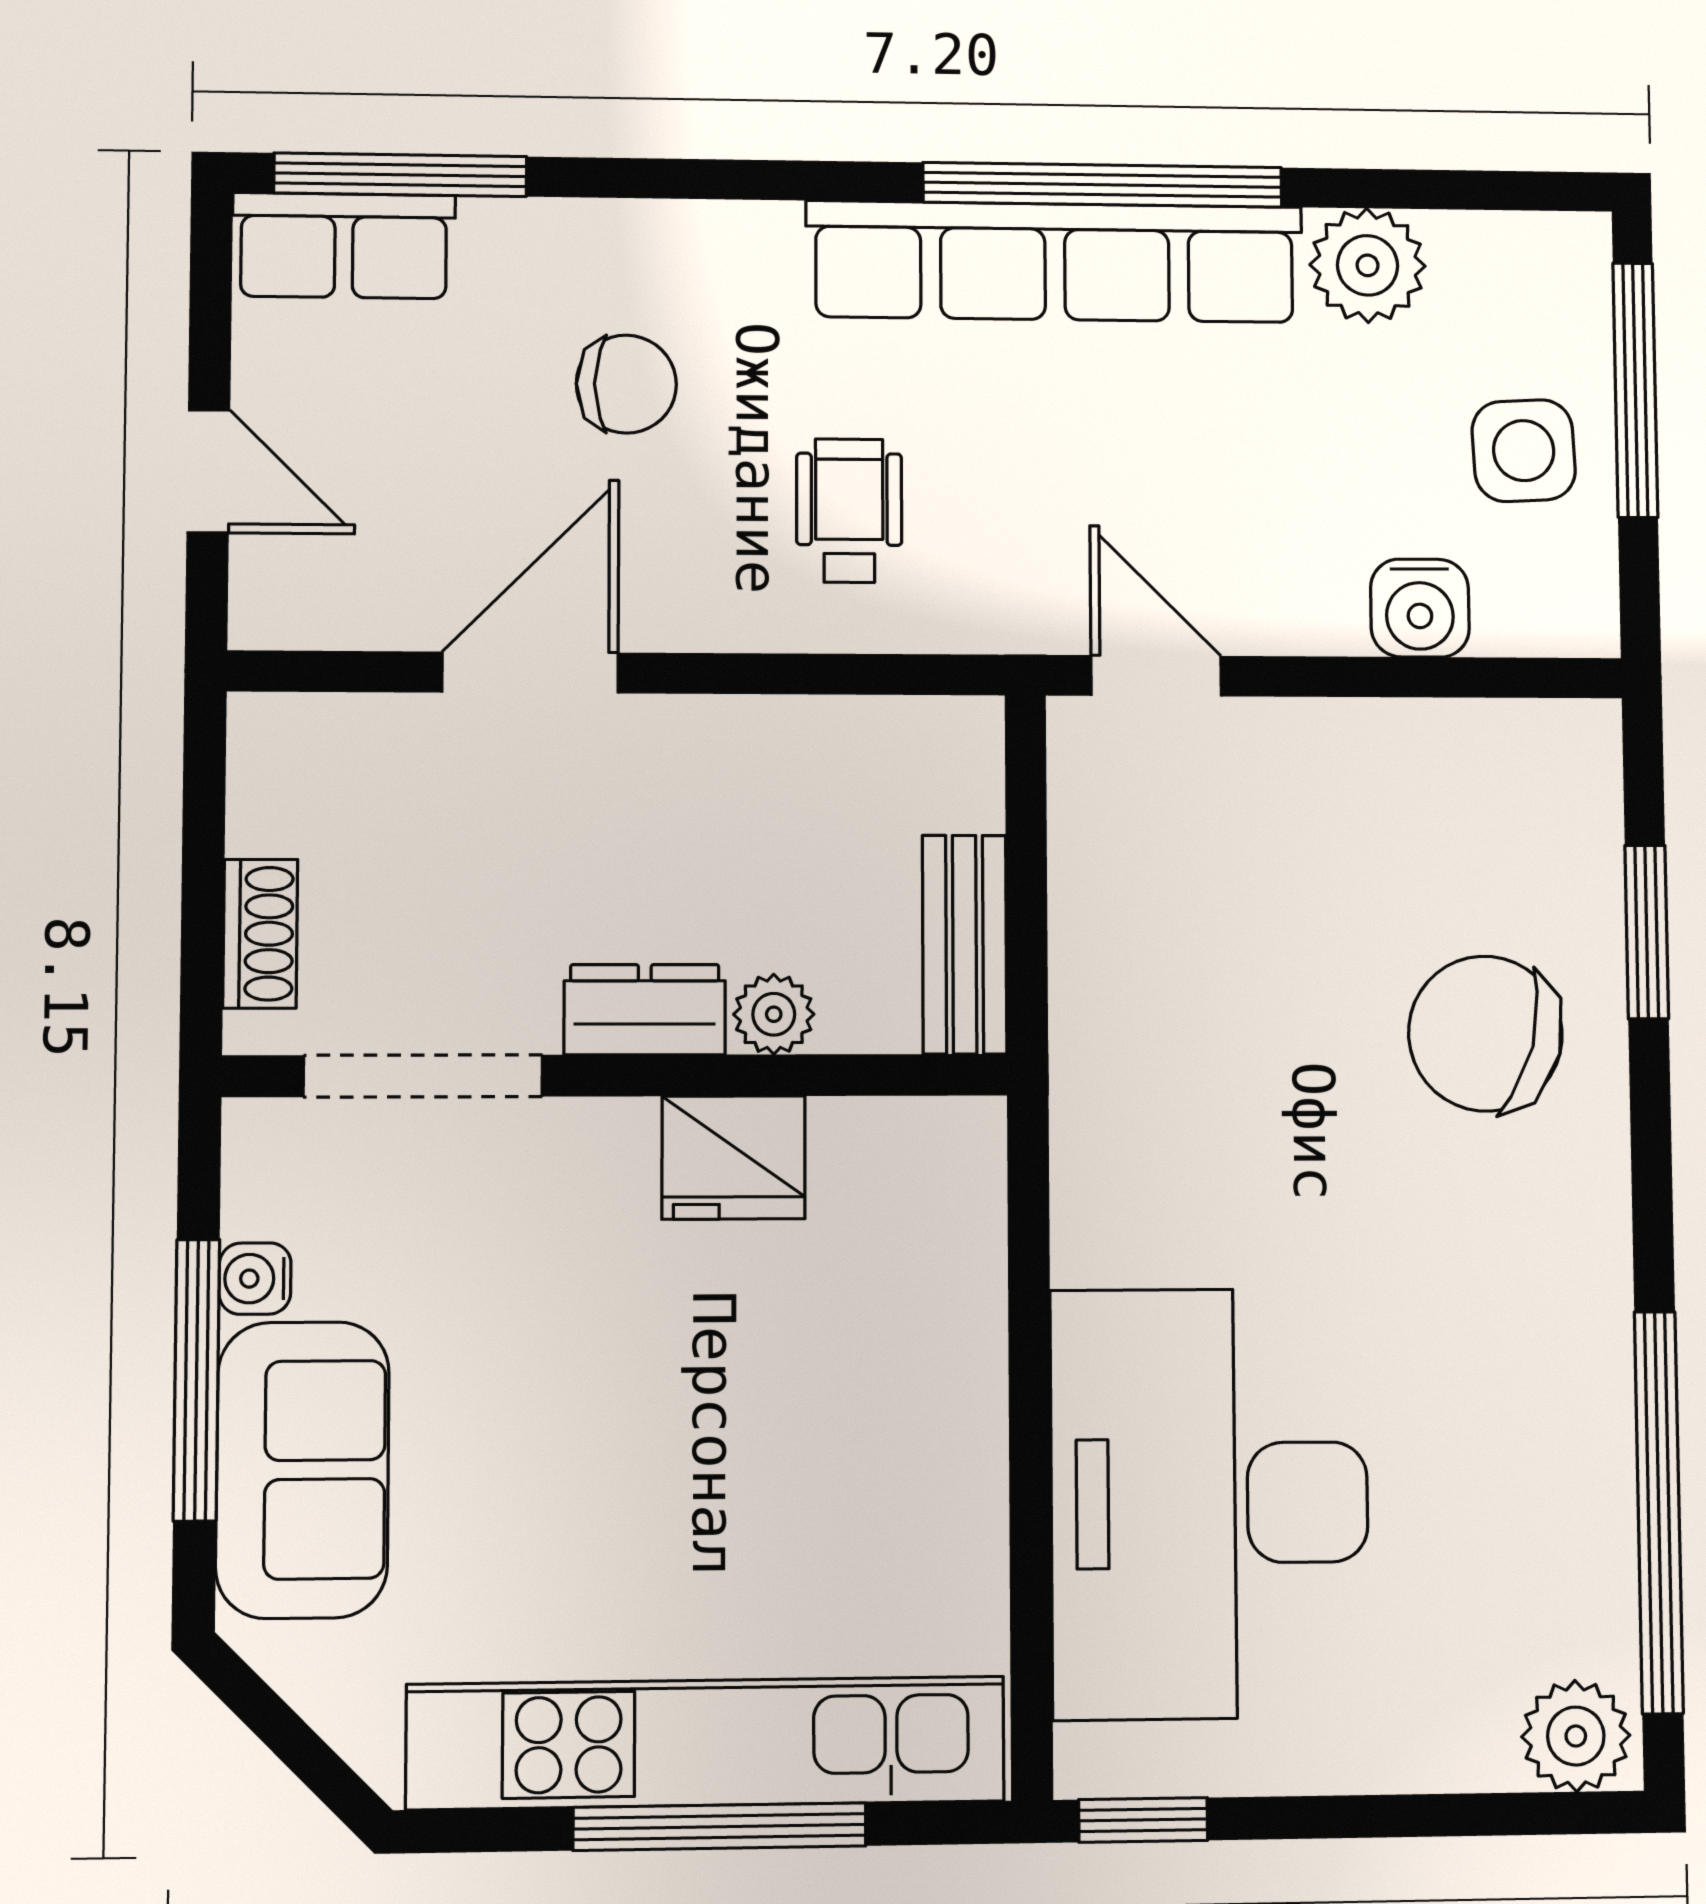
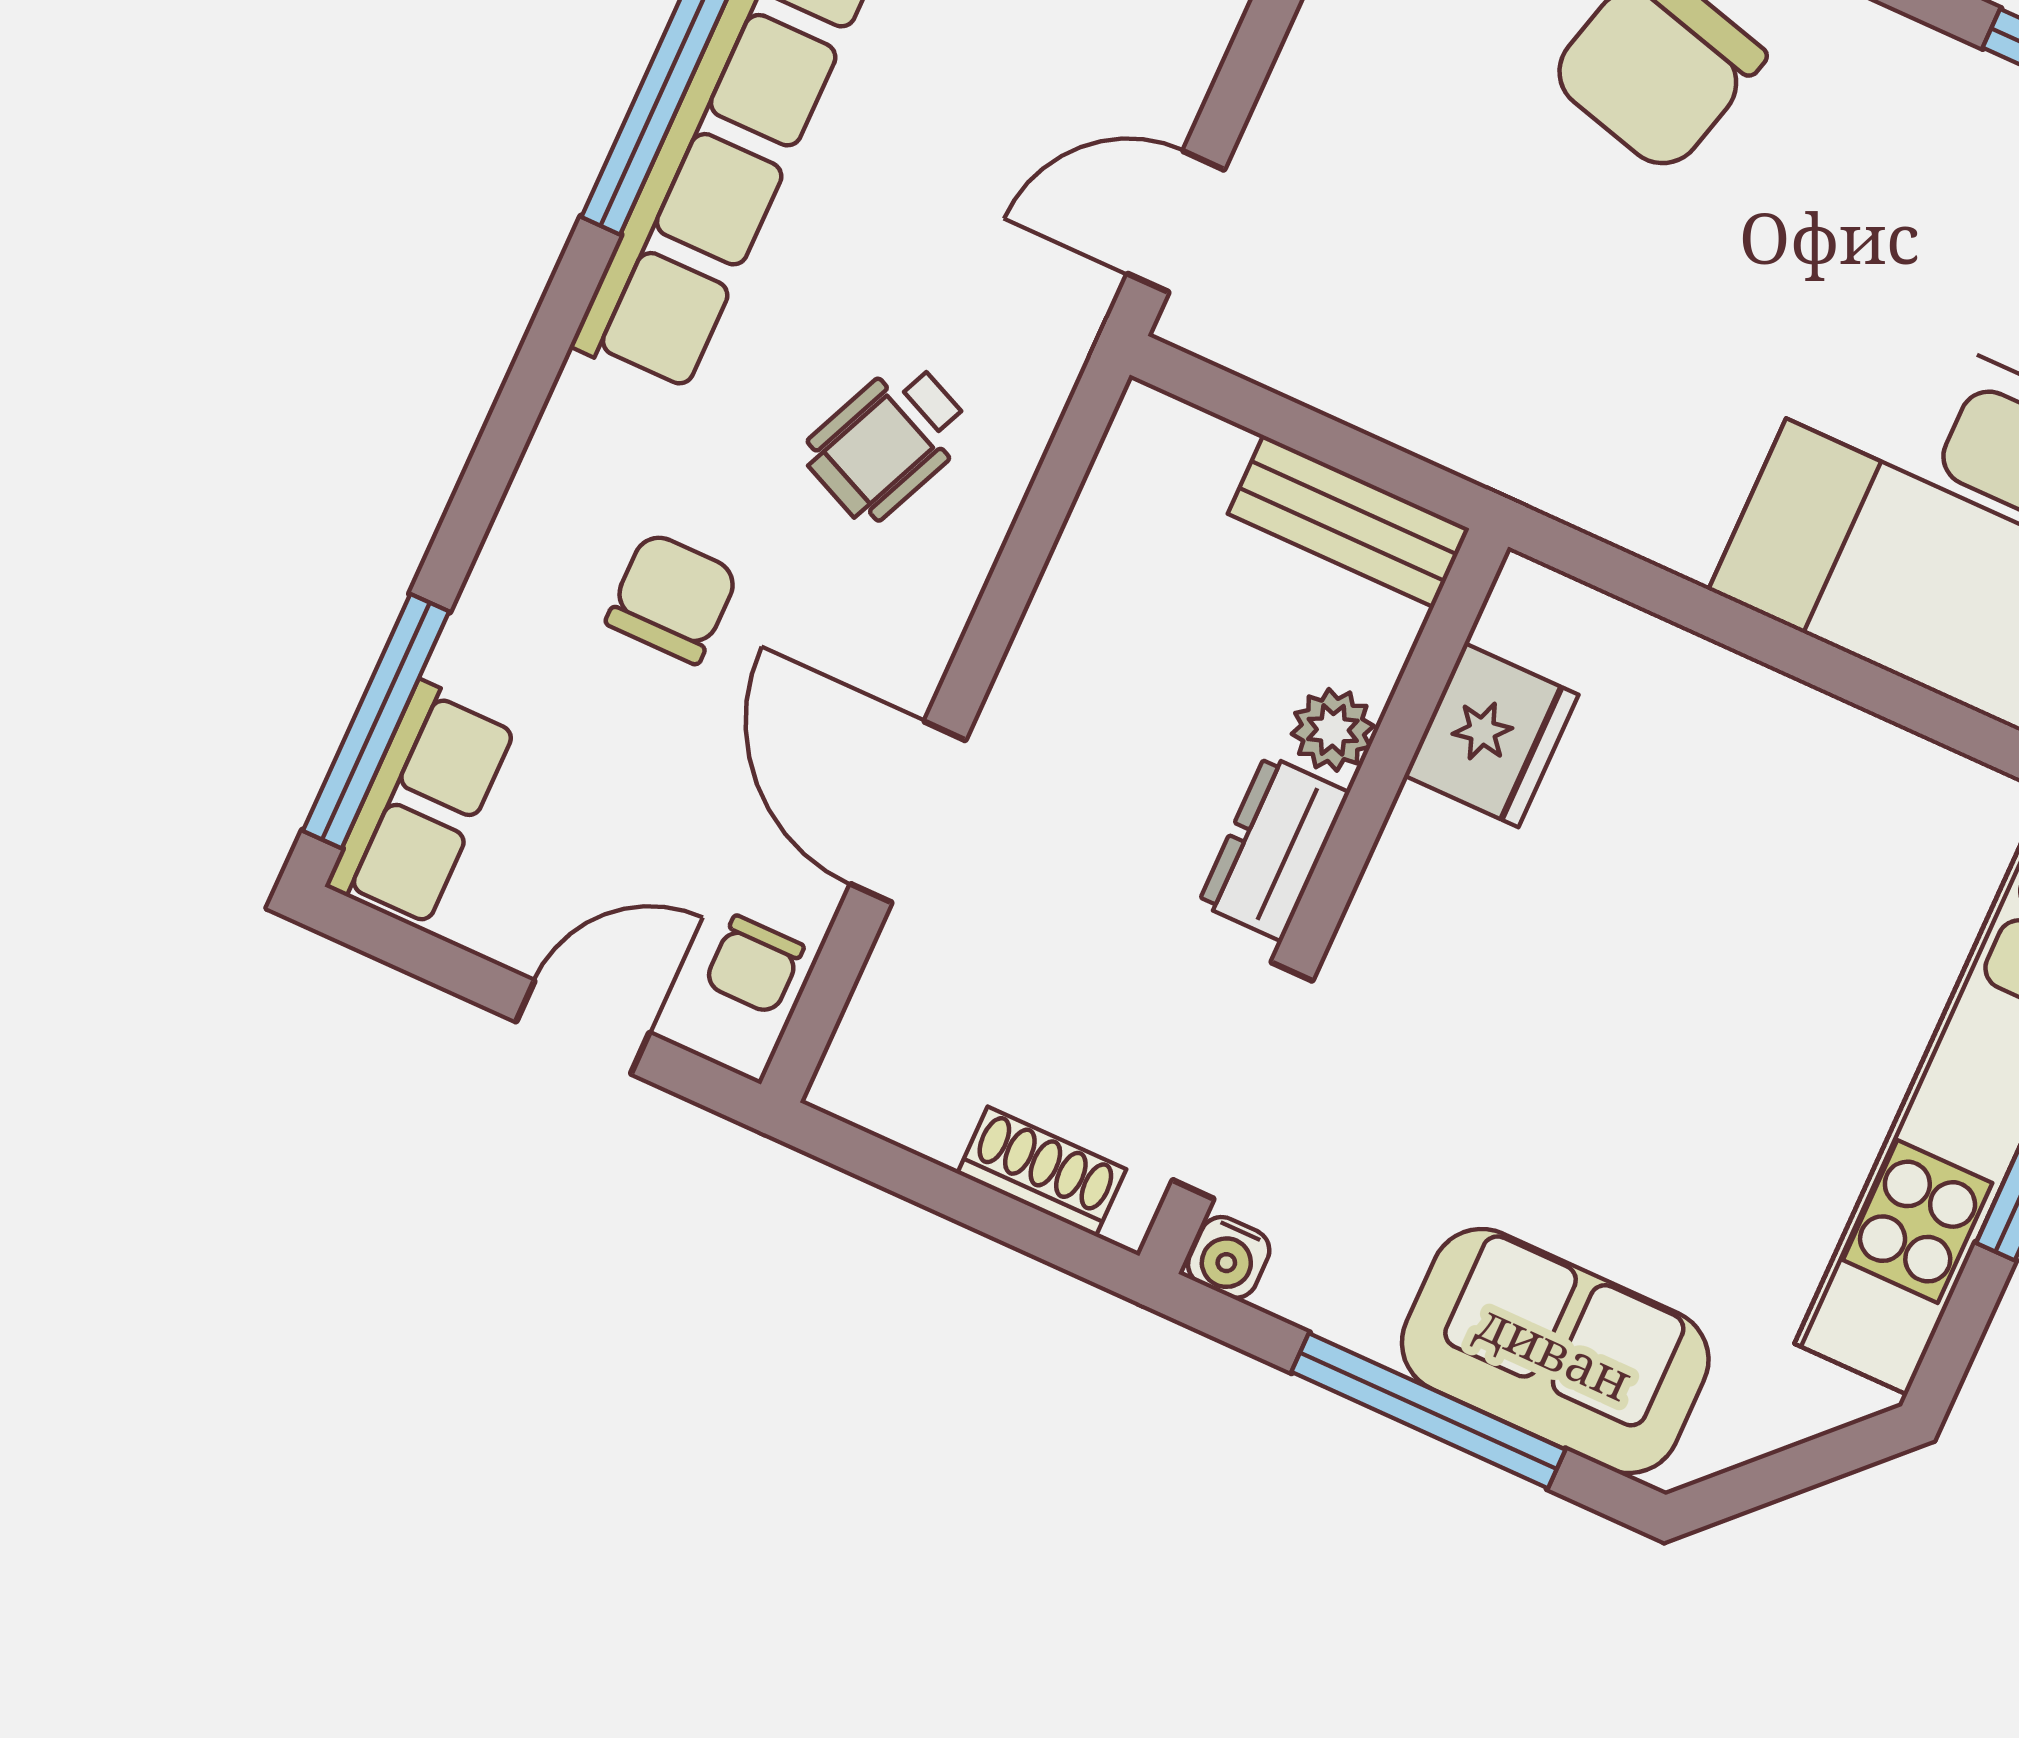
wheelchair: (849, 511) -> (887, 442), turned -66
chair: (332, 597) -> (754, 965), added
fridge: (733, 1157) -> (1491, 735), moved
water cooler: (255, 1279) -> (1229, 1257), moved

